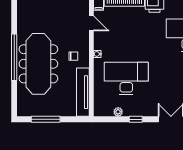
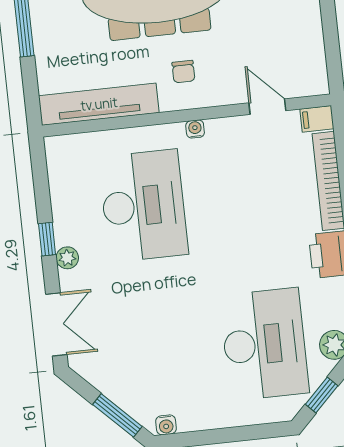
door: (91, 23) -> (267, 107), swing flipped
plant: (118, 112) -> (67, 258), moved

